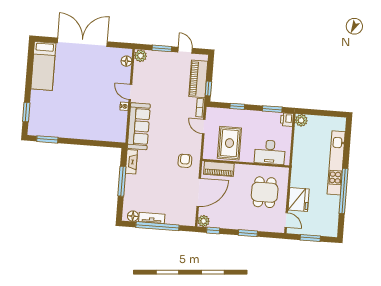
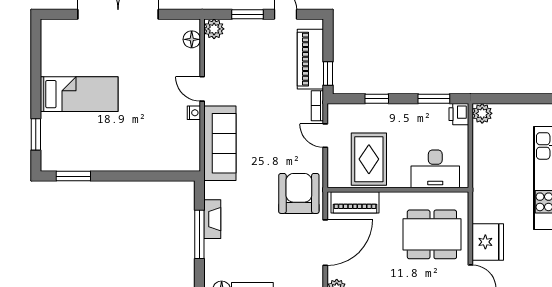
bed: (43, 66) -> (79, 94), moved, turned -90
armchair: (185, 161) -> (299, 193), width x1.88, depth x1.88
fireplace: (131, 162) -> (212, 219), moved
dining table: (265, 192) -> (432, 234), width x1.38

